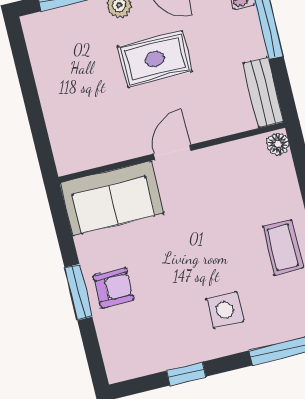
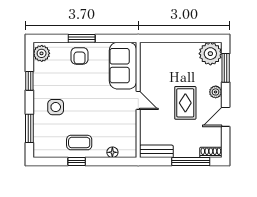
plant: (47, 33) -> (210, 54), added
floor lamp: (278, 144) -> (112, 152), moved
plant: (127, 363) -> (42, 53), added

